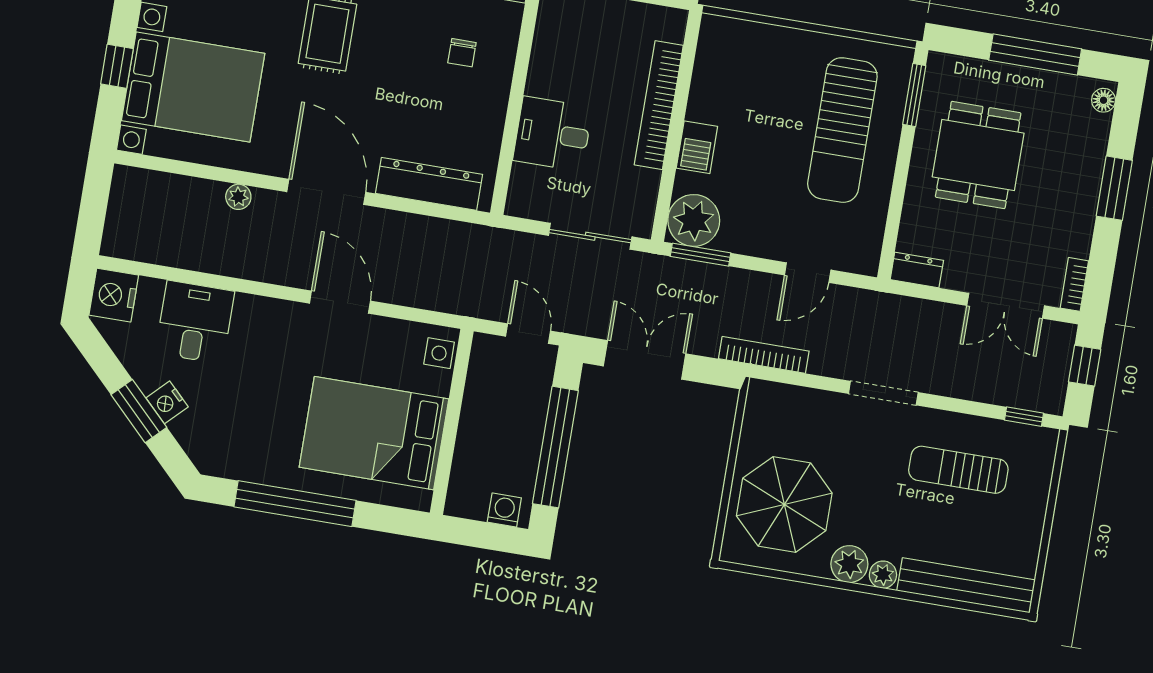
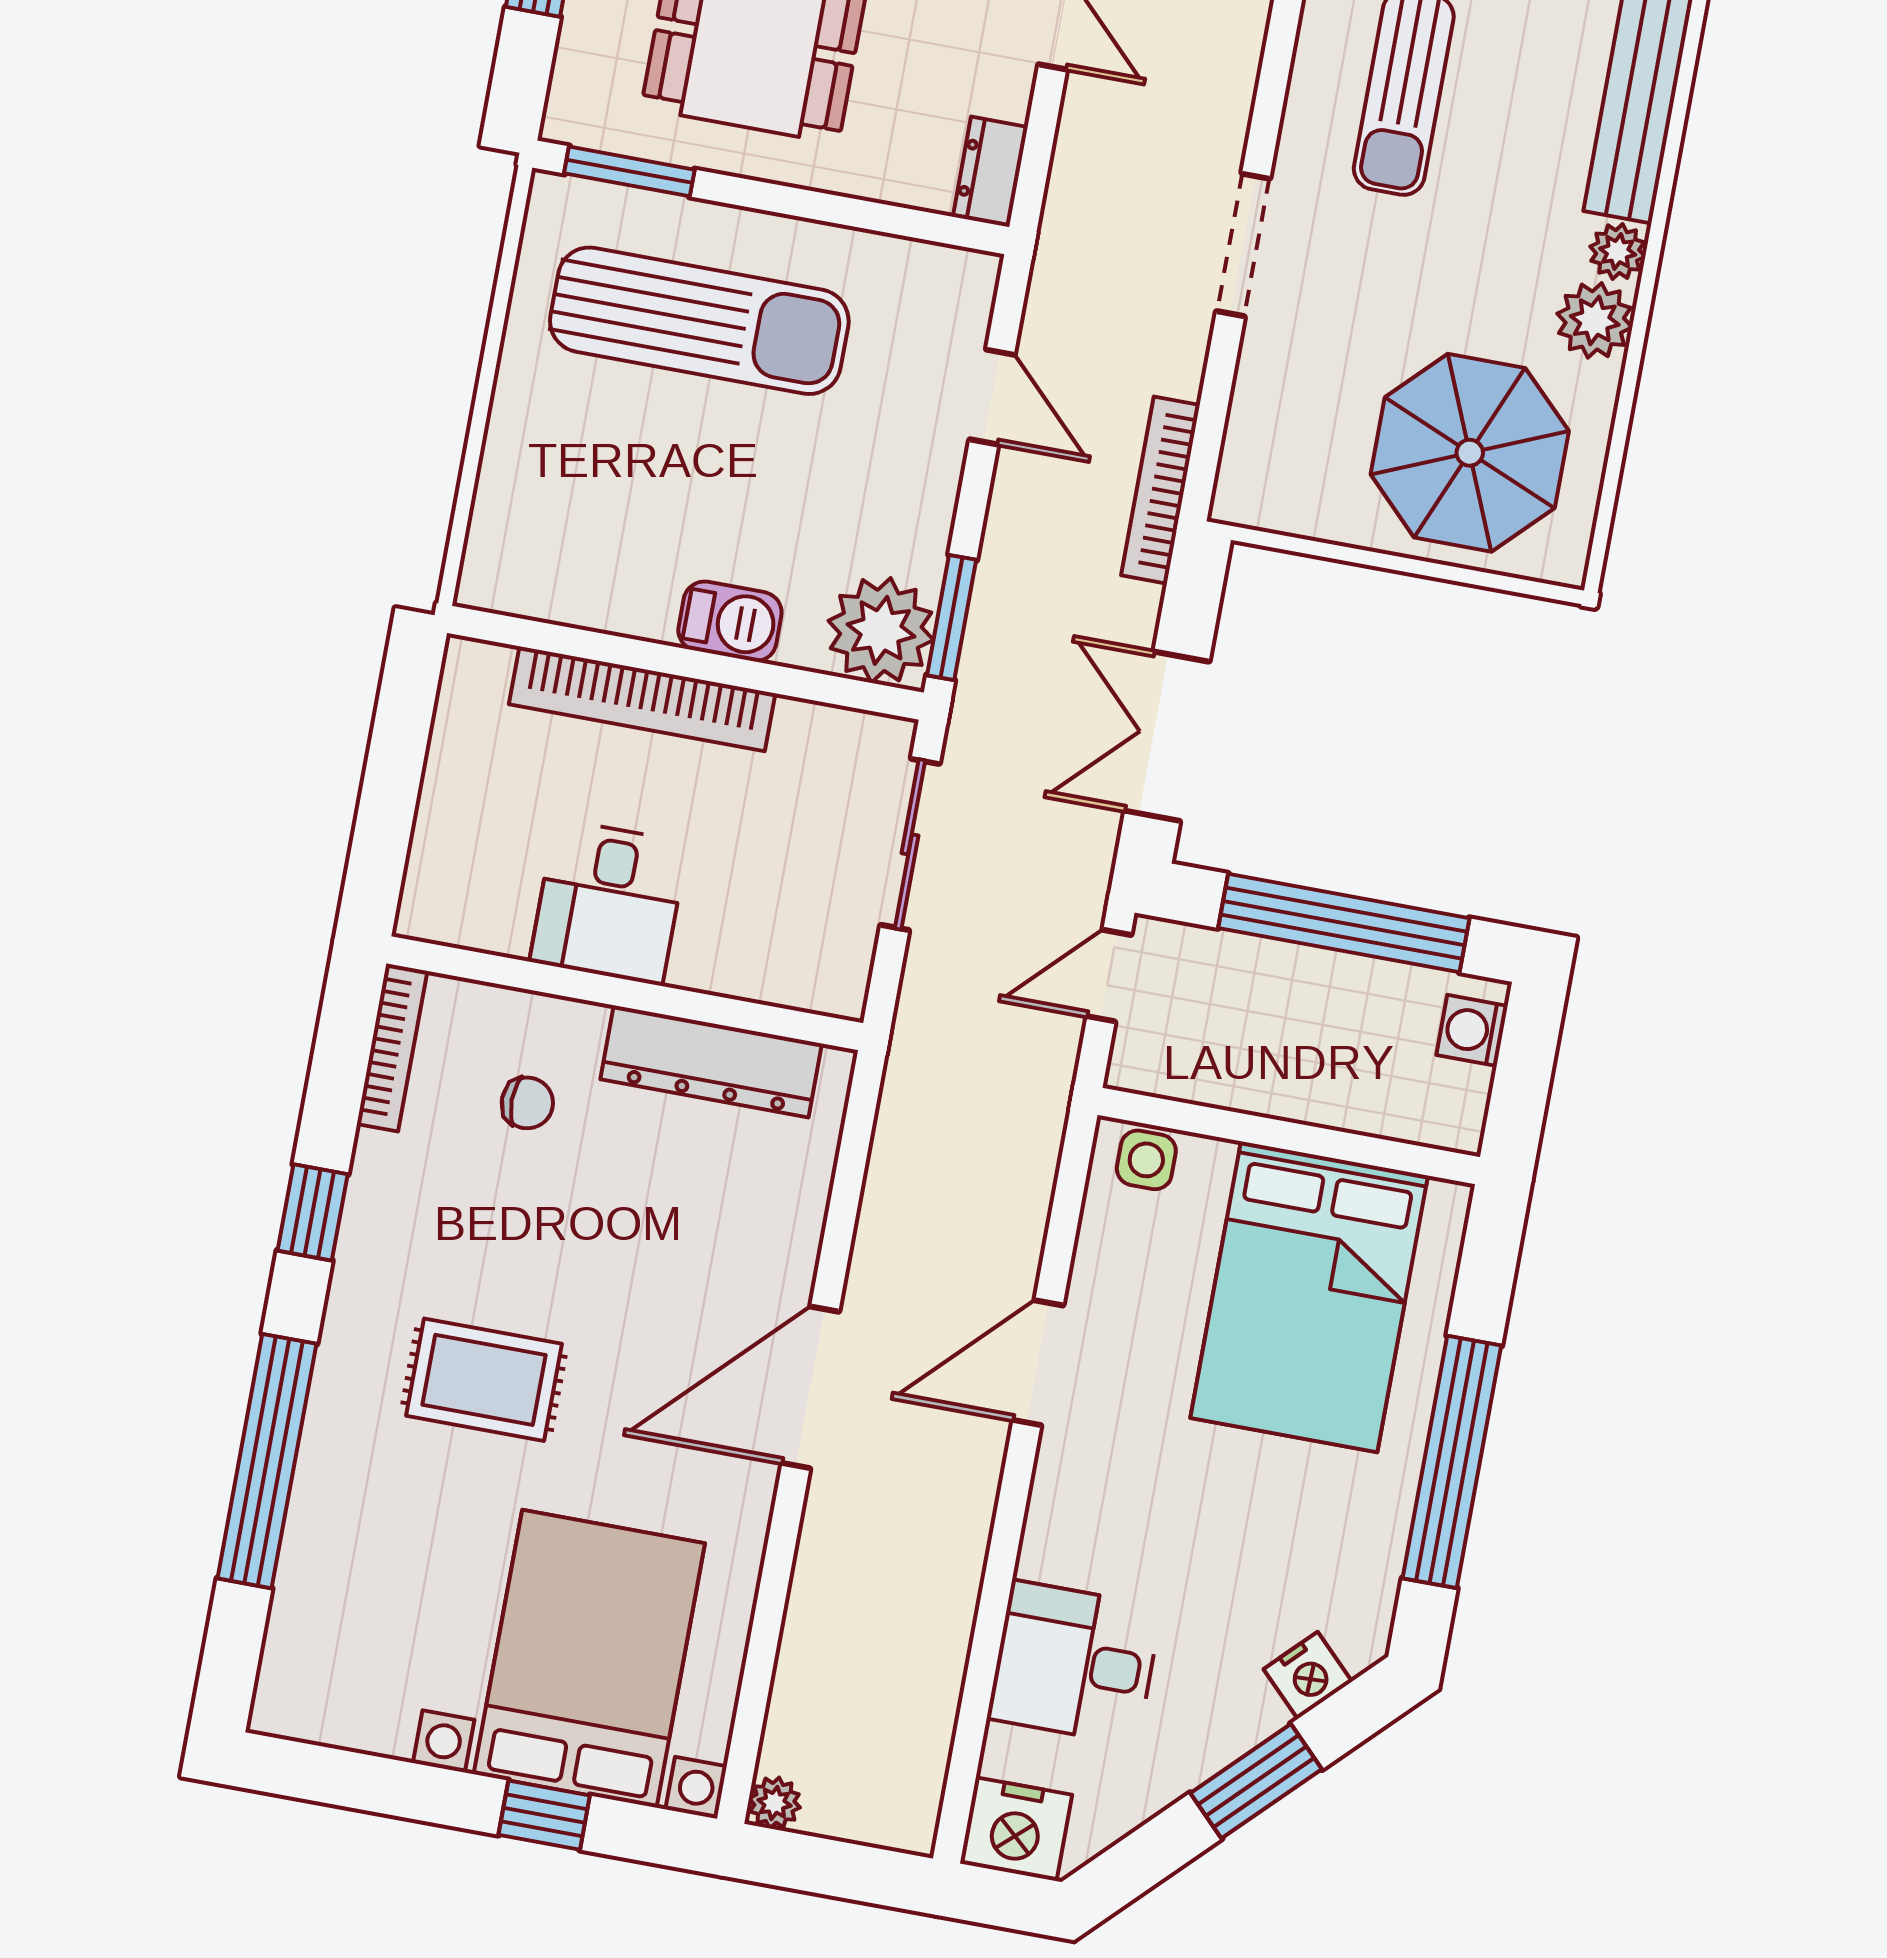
desk: (553, 134) -> (609, 902), moved
dresser: (429, 184) -> (711, 1061), moved, turned -90
plant: (238, 197) -> (774, 1803), moved
nightstand: (167, 402) -> (1308, 1675), moved

